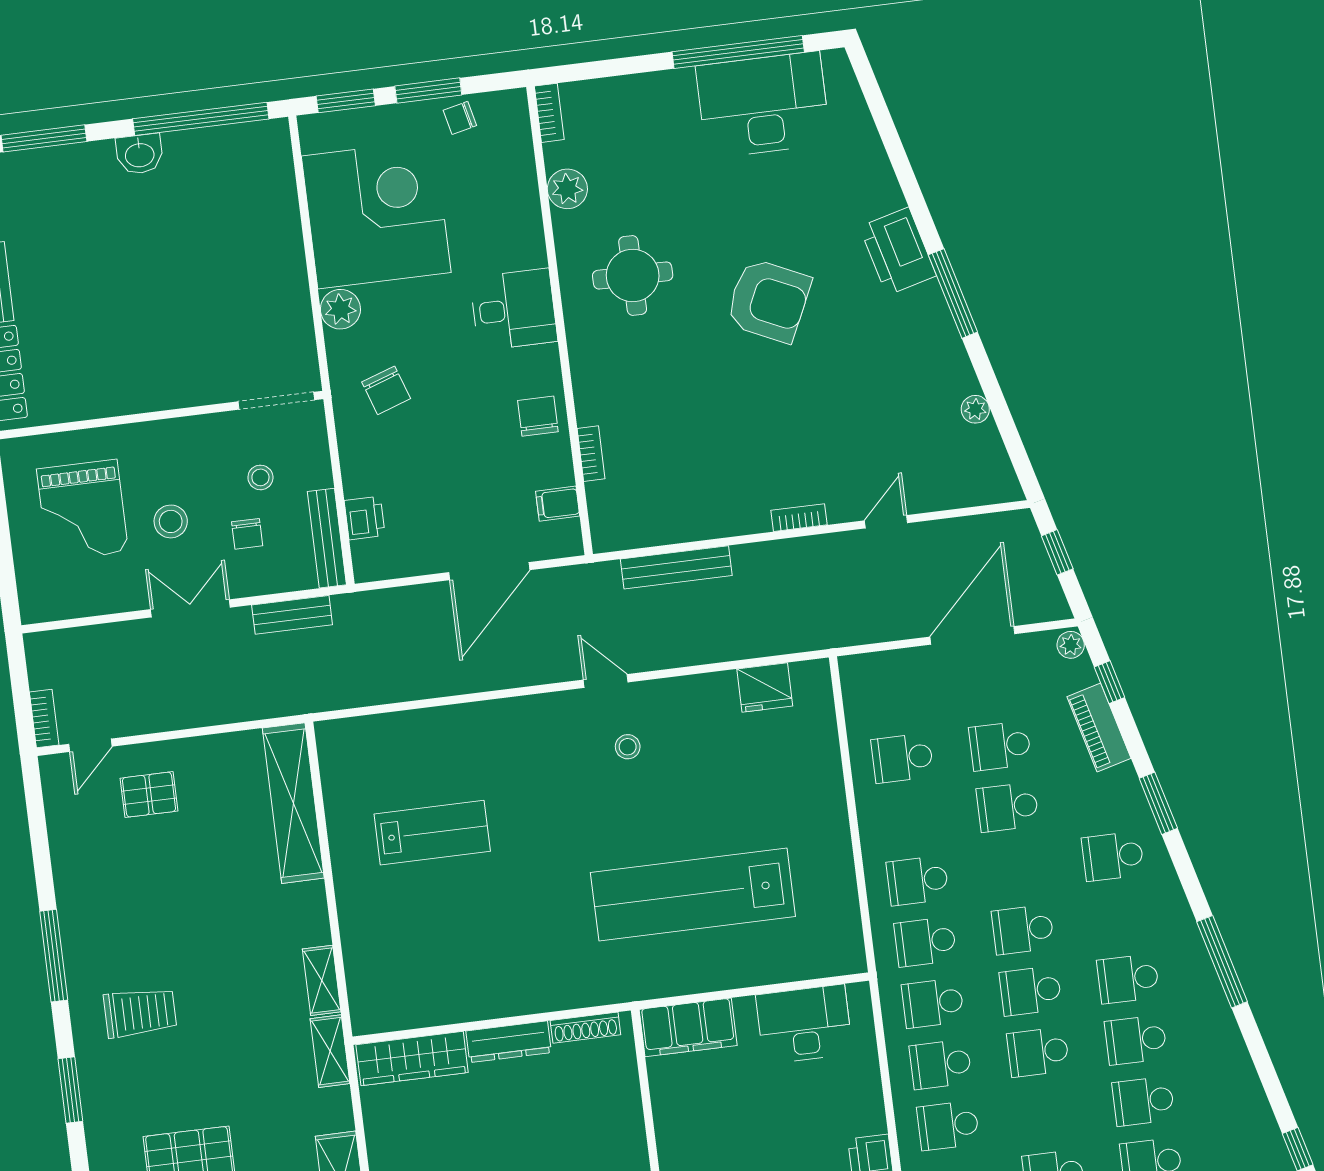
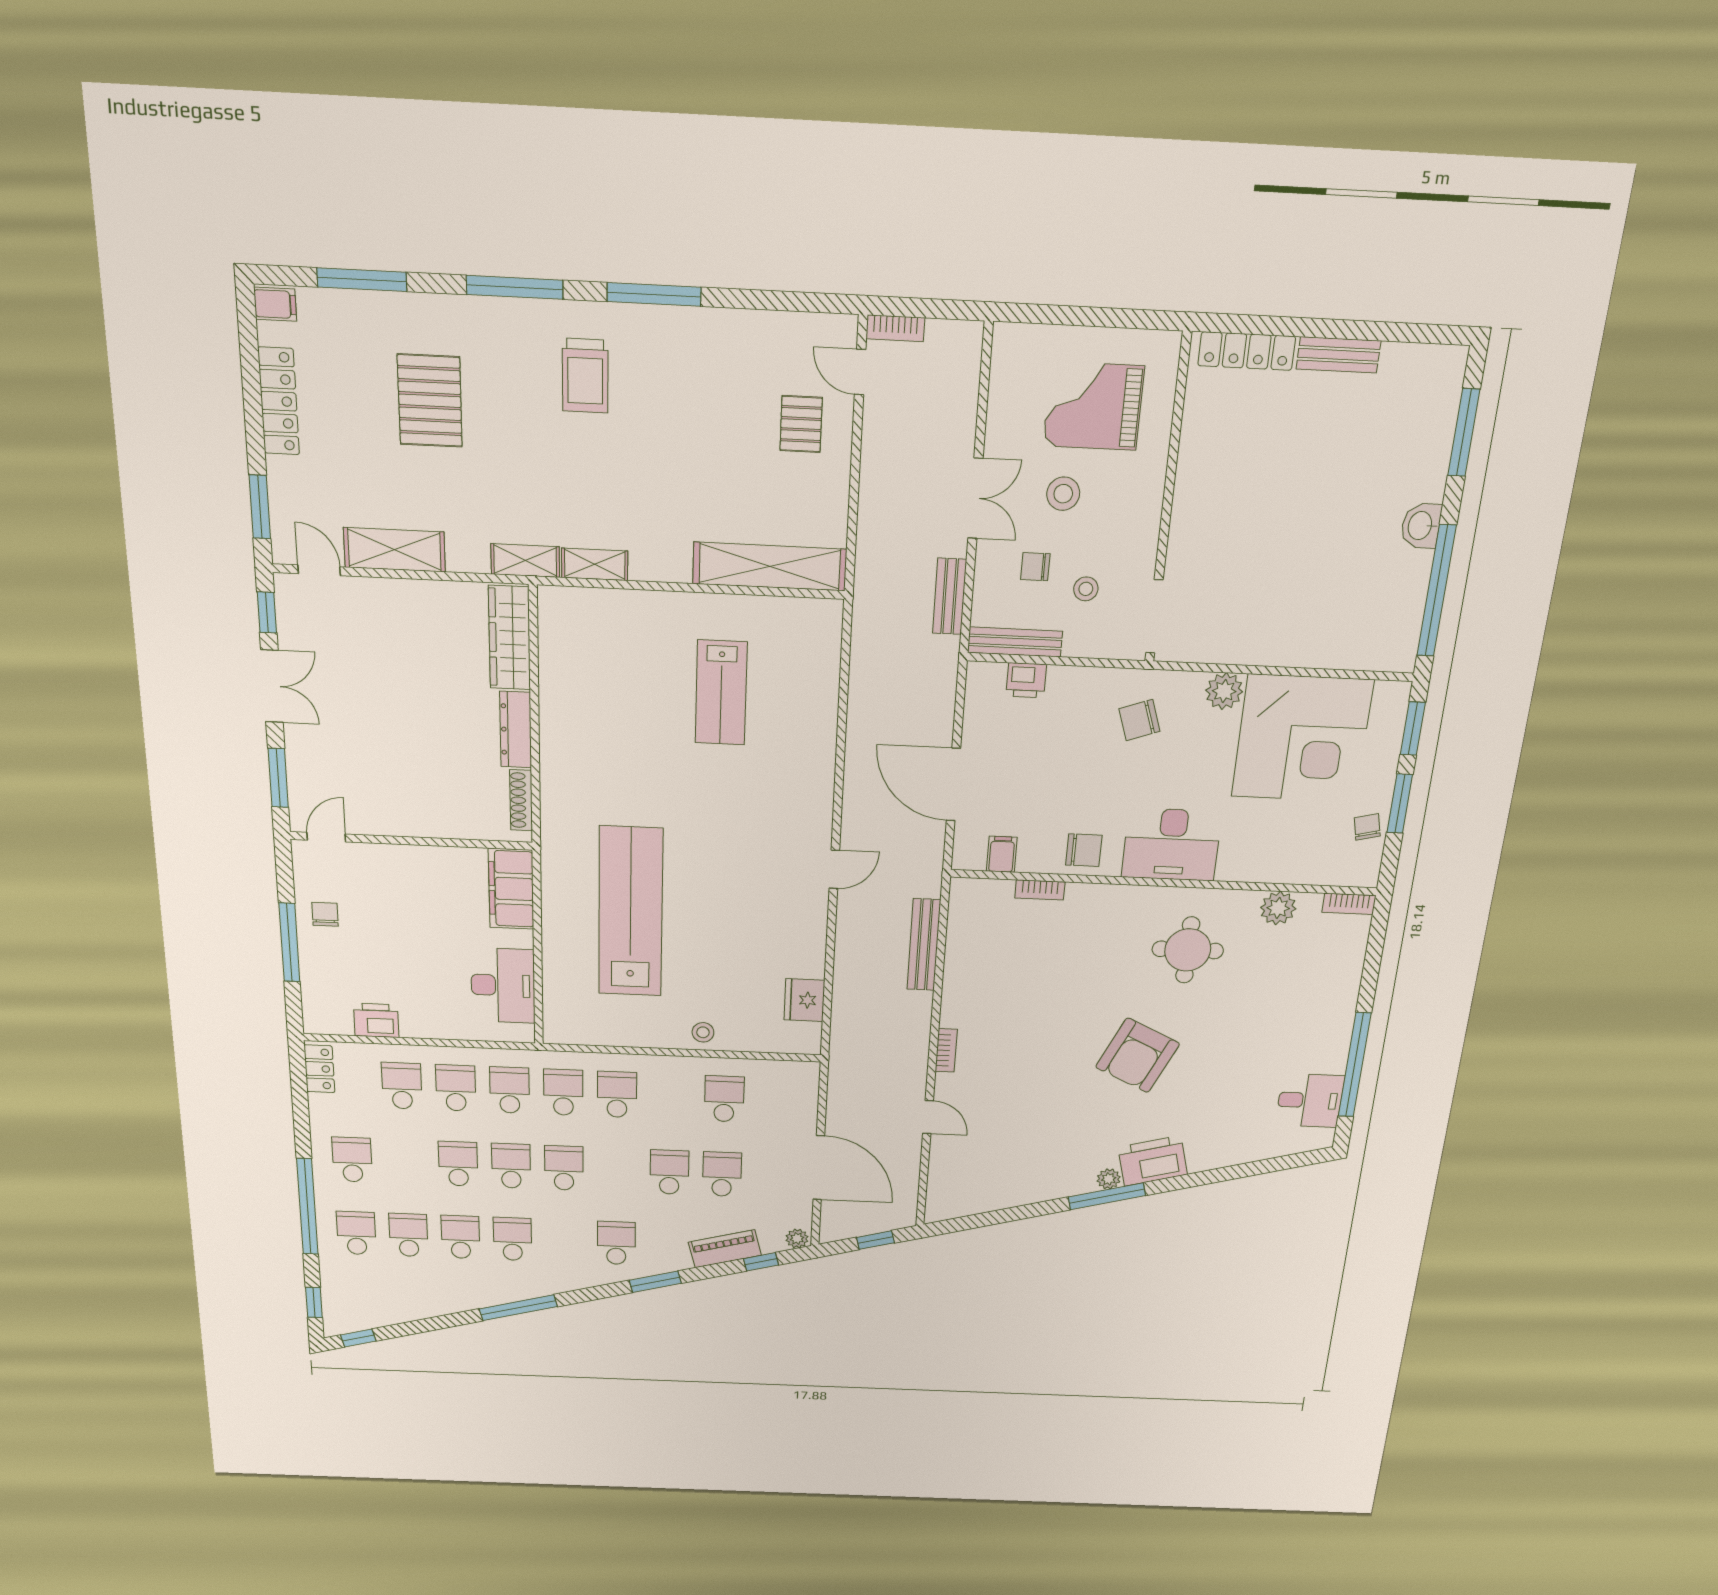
desk: (763, 105) -> (1310, 1100), width x0.53, depth x0.77
desk: (514, 309) -> (1172, 844), width x1.37
plant: (975, 409) -> (1109, 1179), moved
stool: (628, 747) -> (703, 1032), moved
window: (70, 1090) -> (515, 287), width x1.44

